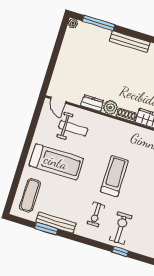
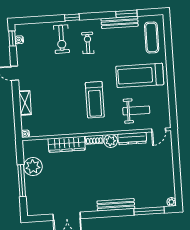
door: (58, 100) -> (159, 130), swing flipped
dresser: (92, 103) -> (132, 138), width x1.44
weight bench: (73, 128) -> (136, 110), turned 180
treadmill: (114, 176) -> (95, 100), moved
window: (120, 251) -> (72, 17), moved

